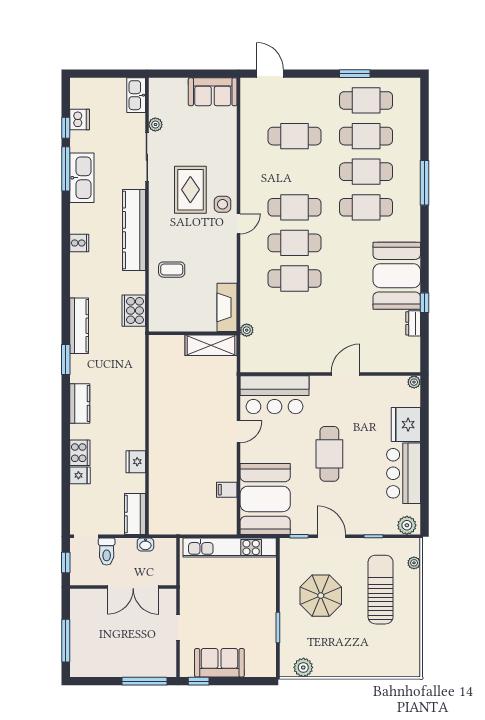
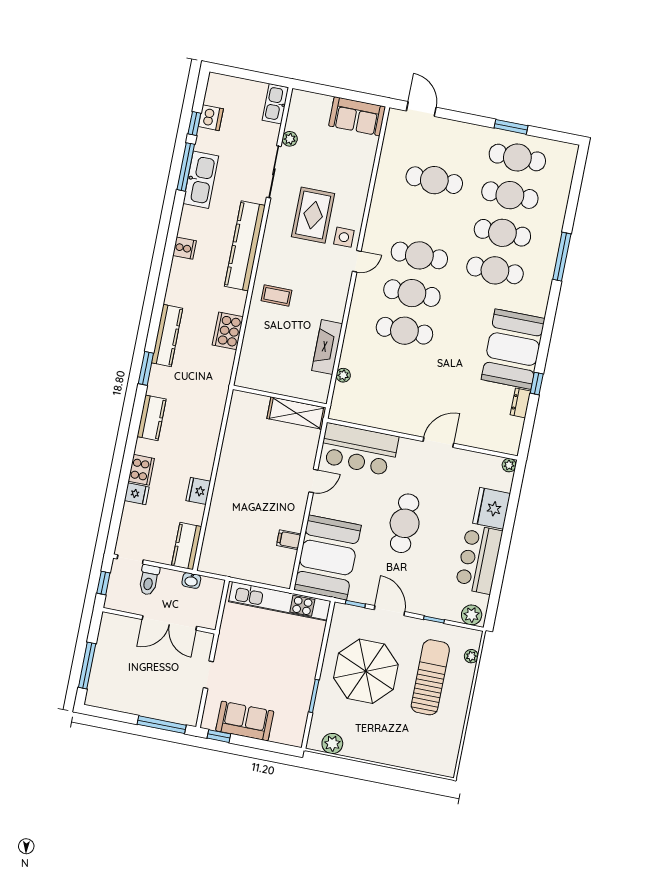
wall: (193, 333) -> (280, 397), moved
shelving: (211, 345) -> (296, 413), moved
parasol: (321, 596) -> (366, 671), width x1.36, depth x1.36

